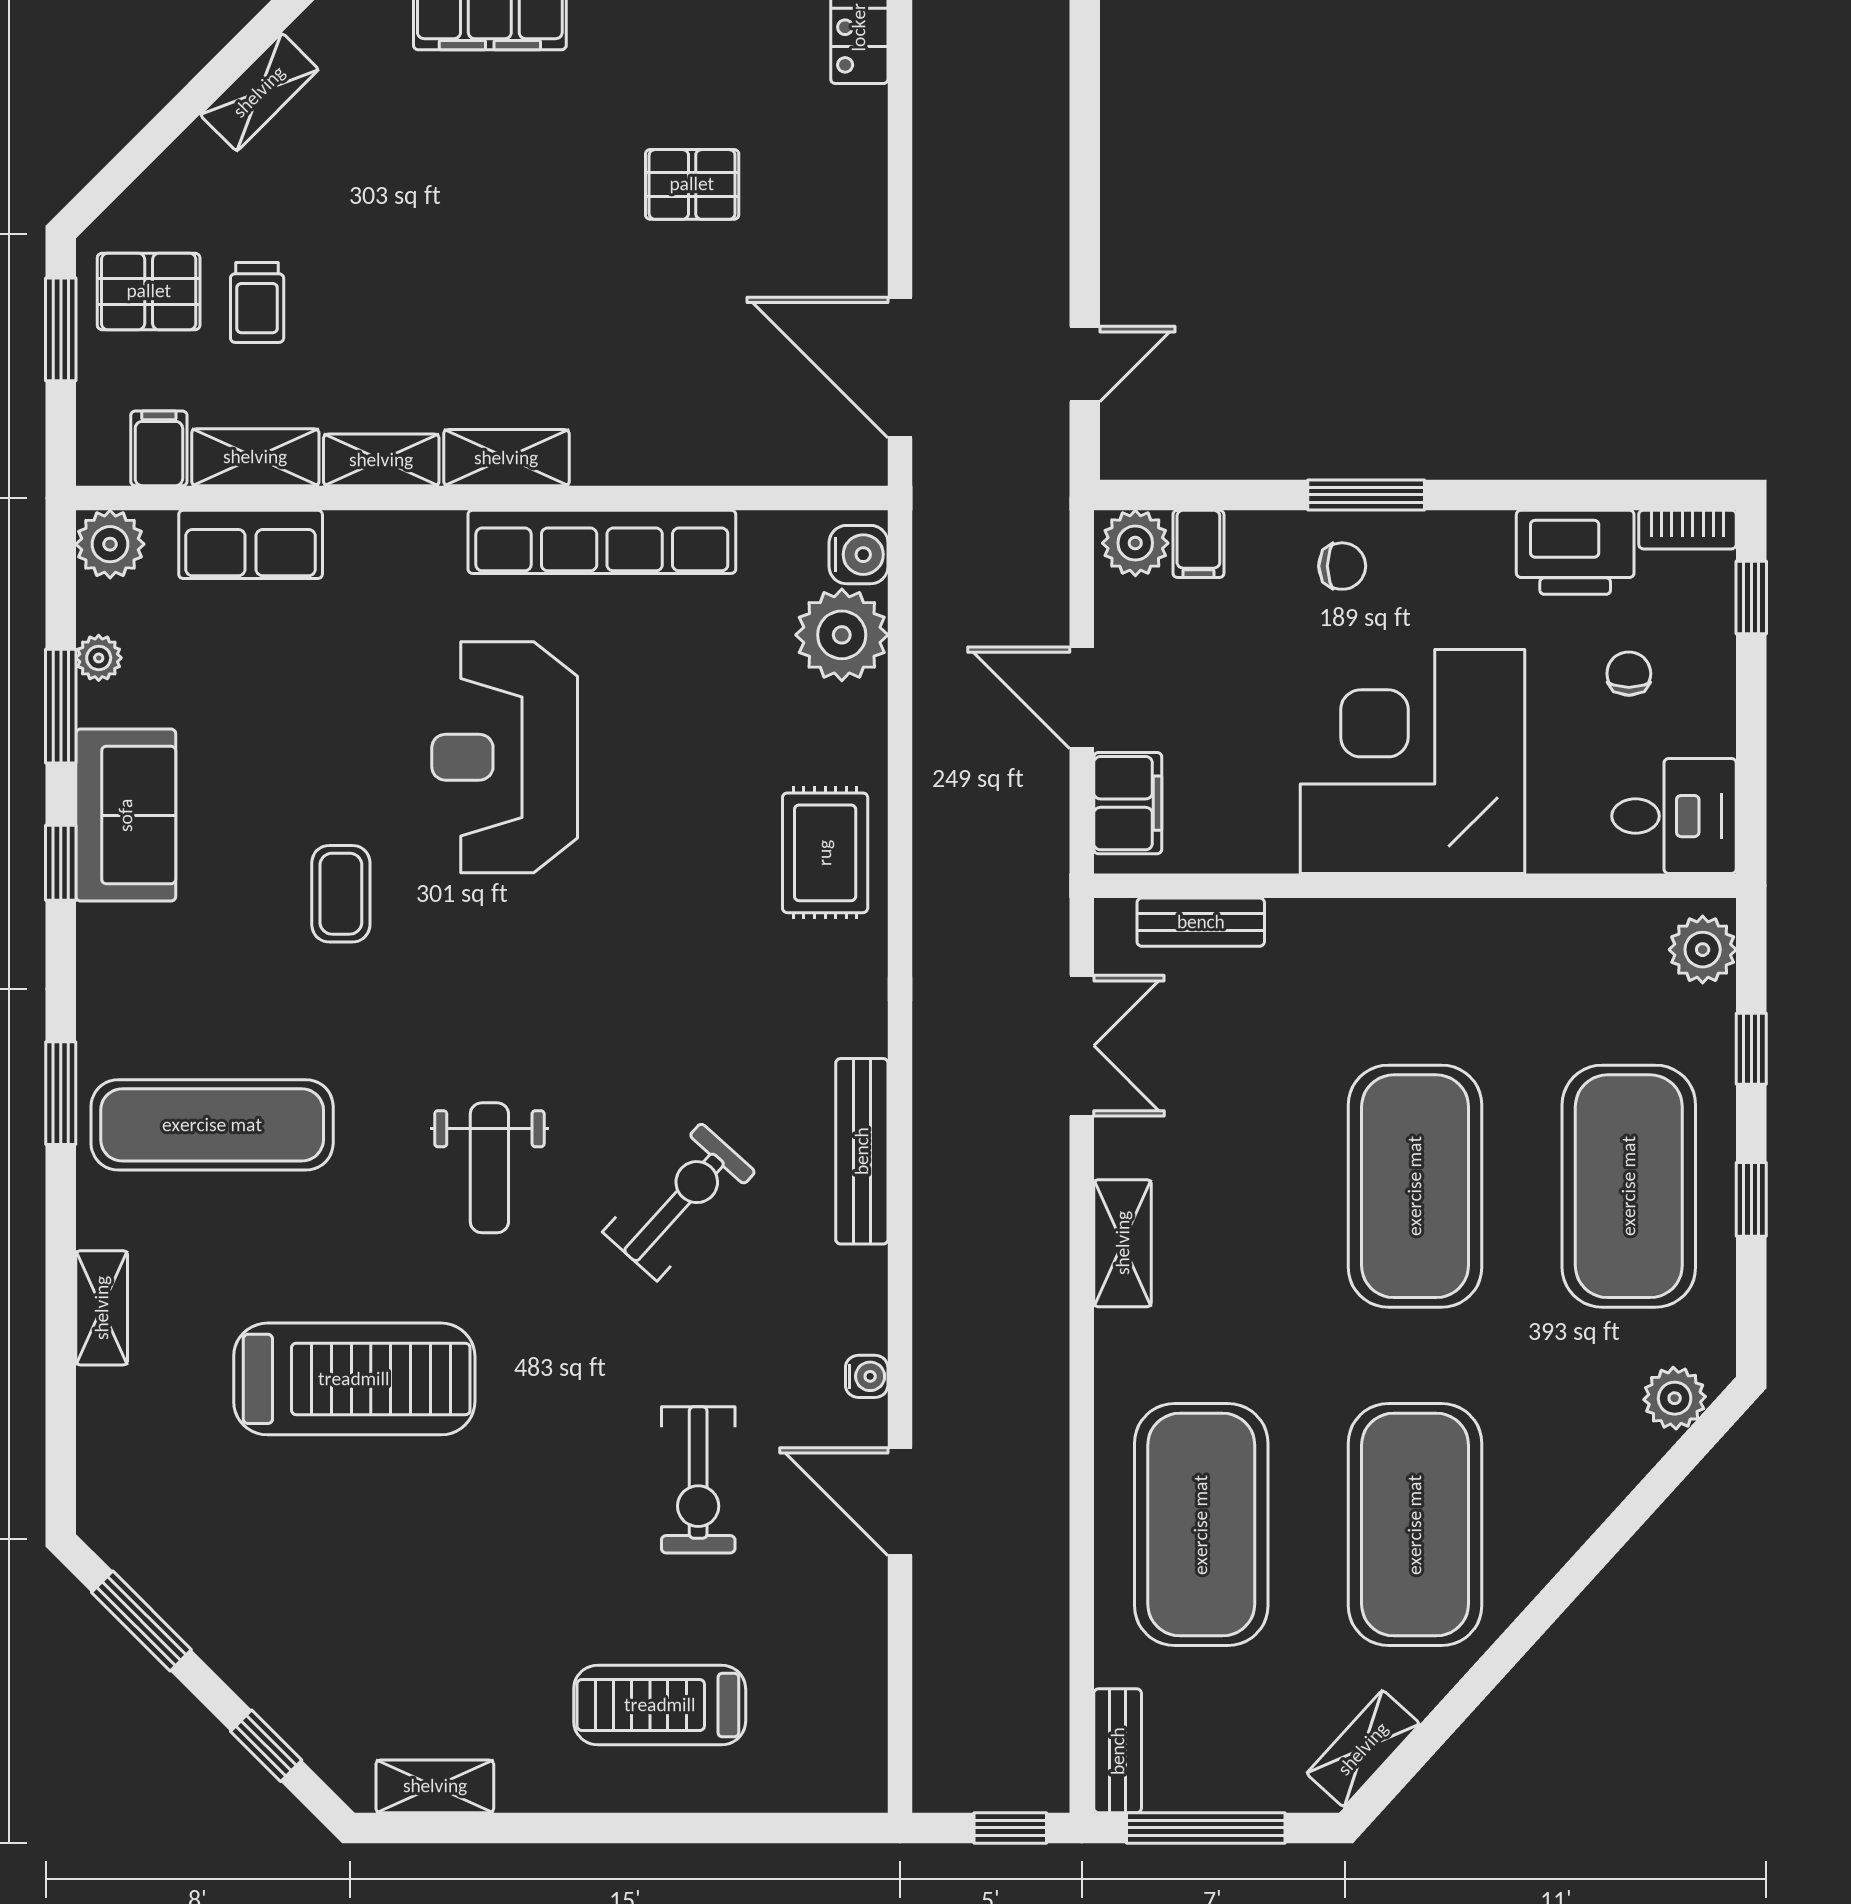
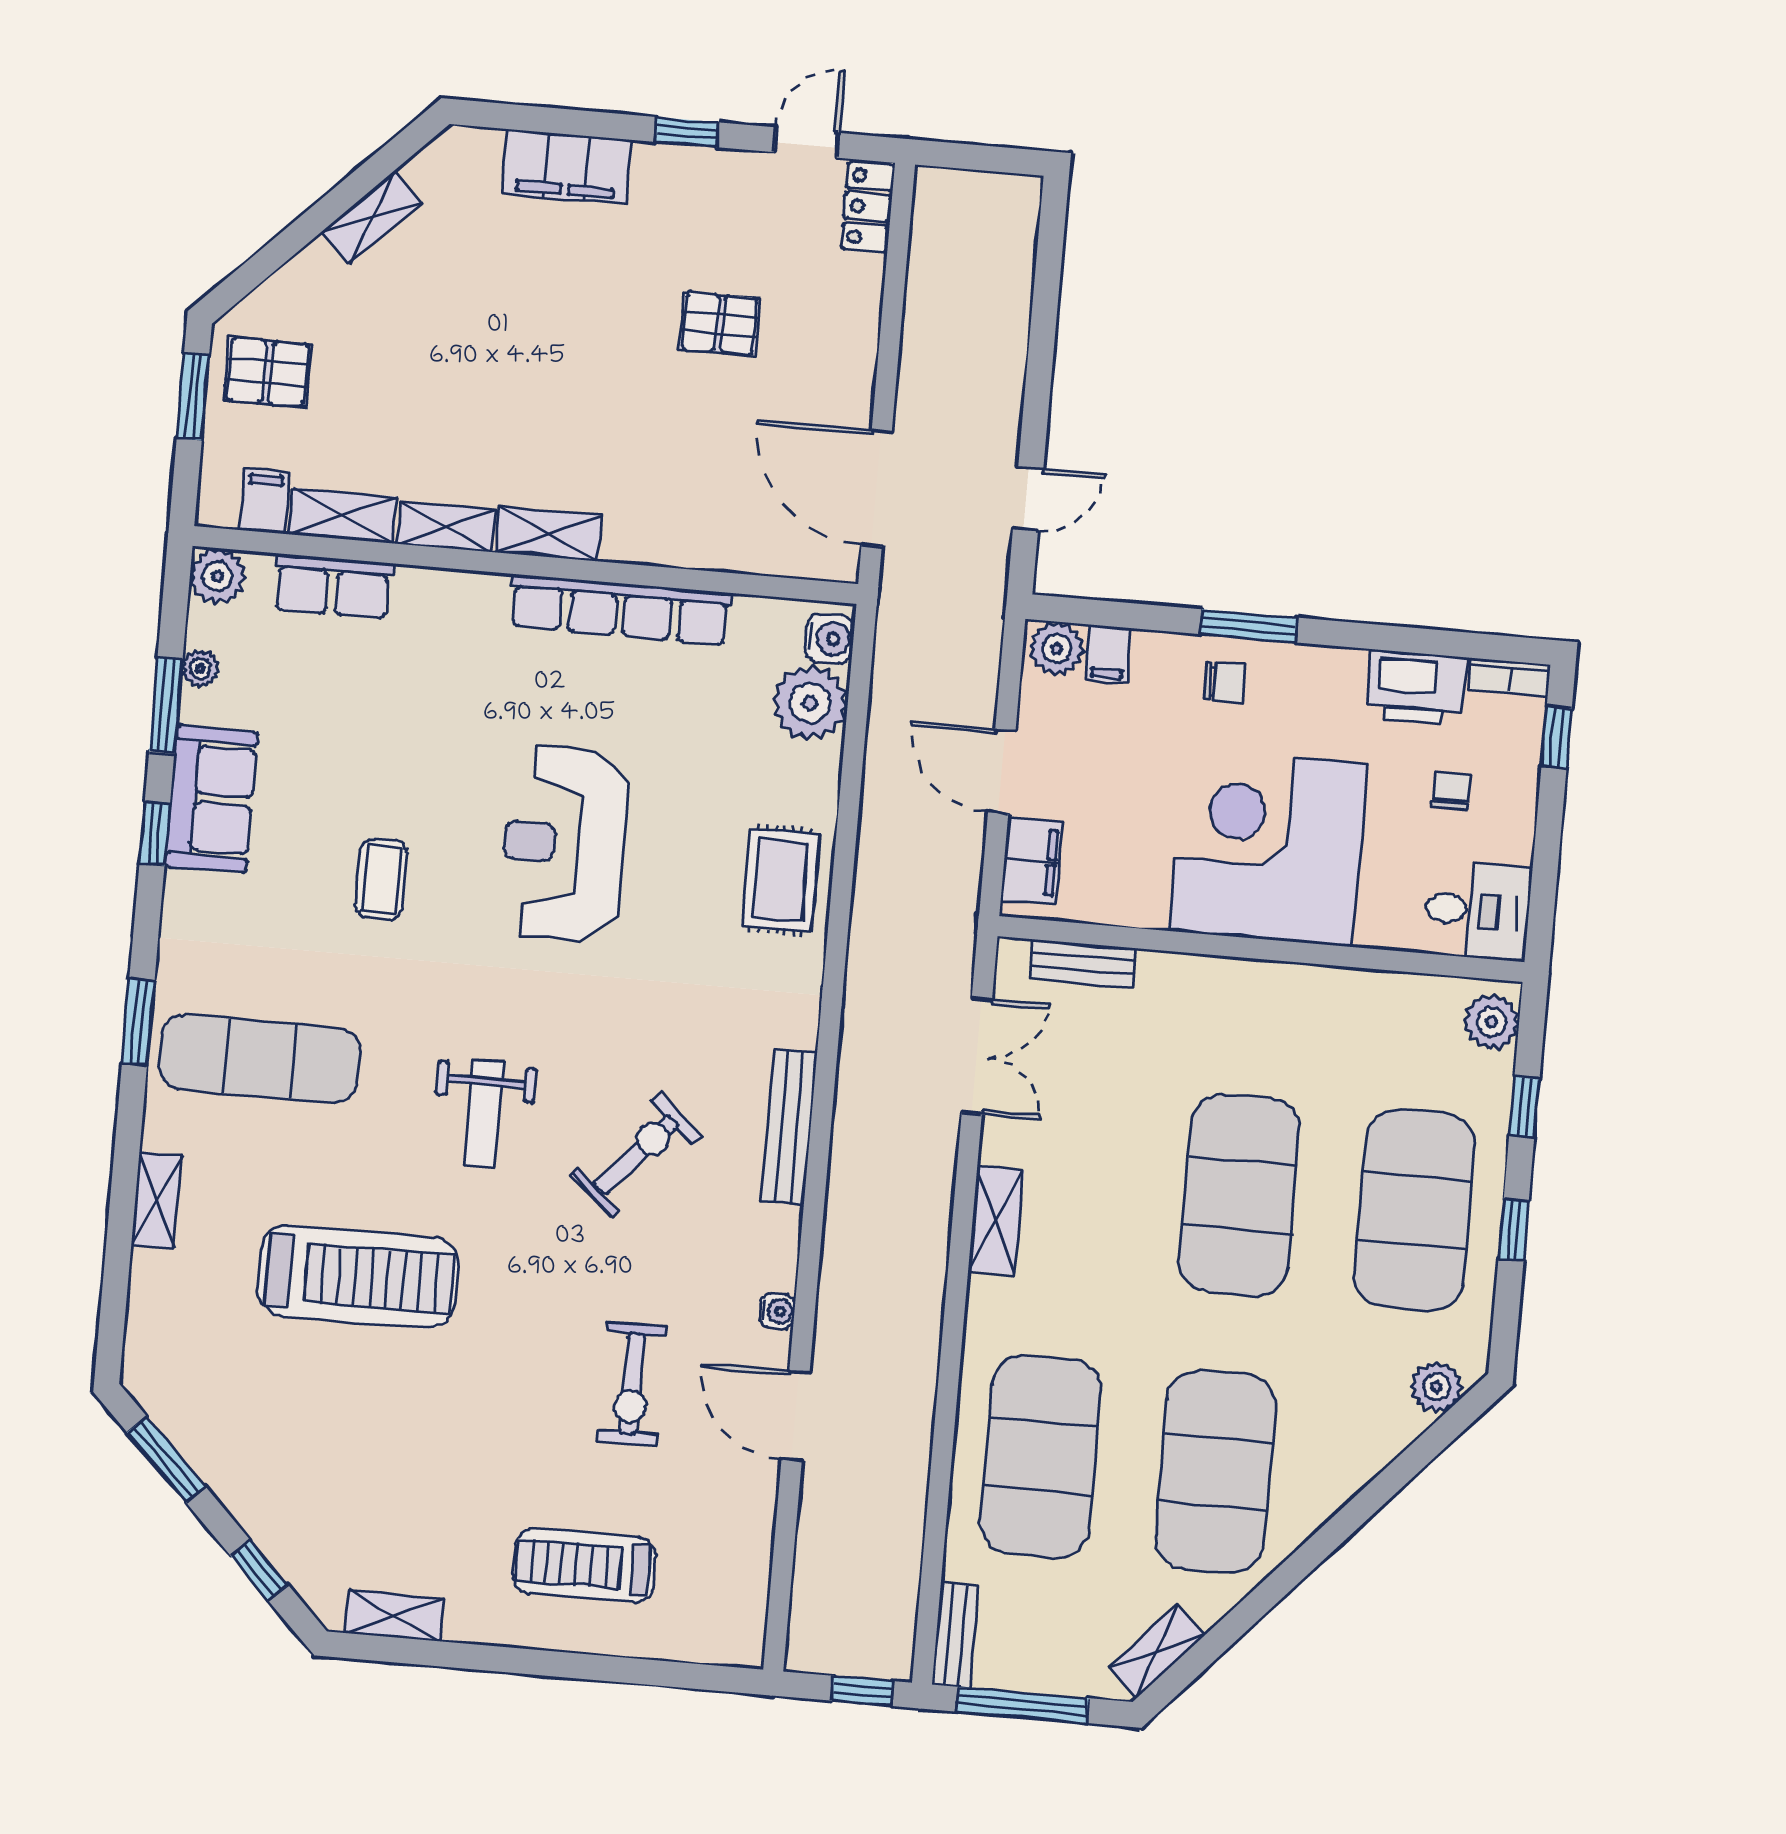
trolley: (257, 302) -> (355, 389), removed
reception desk: (505, 757) -> (564, 844), moved

